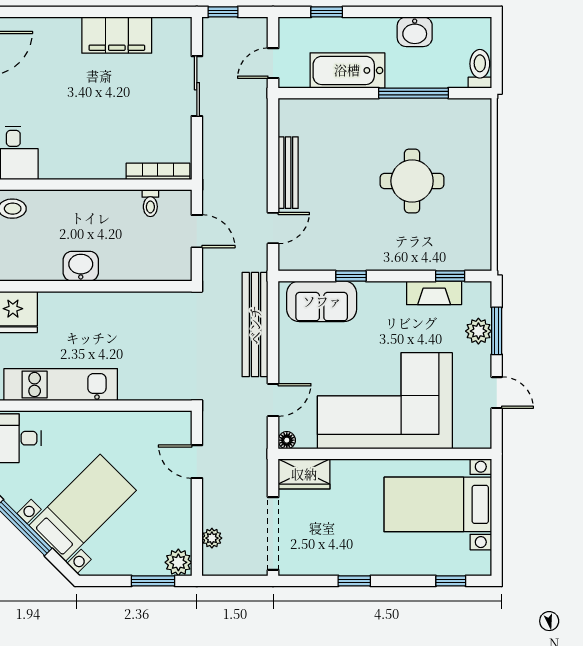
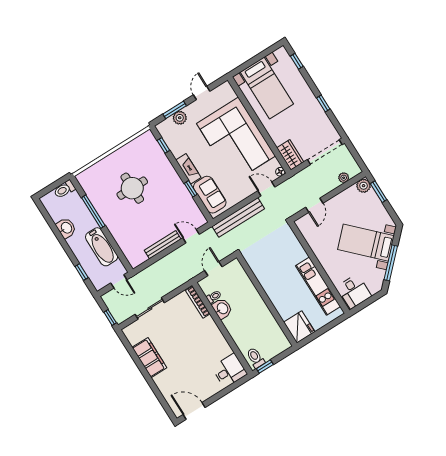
washbasin: (81, 266) -> (222, 309), moved, turned 180
fireplace: (434, 293) -> (188, 169), moved

